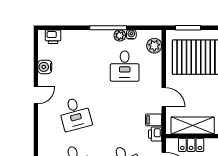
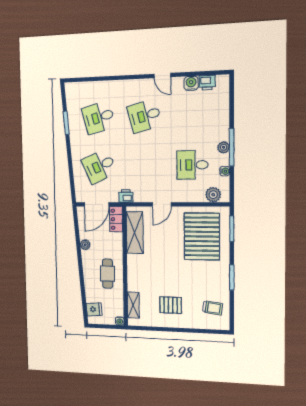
plant: (120, 35) -> (224, 147), moved
printer: (53, 37) -> (207, 83), moved, turned -90
filing cabinet: (154, 120) -> (140, 194), removed
locker: (191, 145) -> (116, 219), moved

